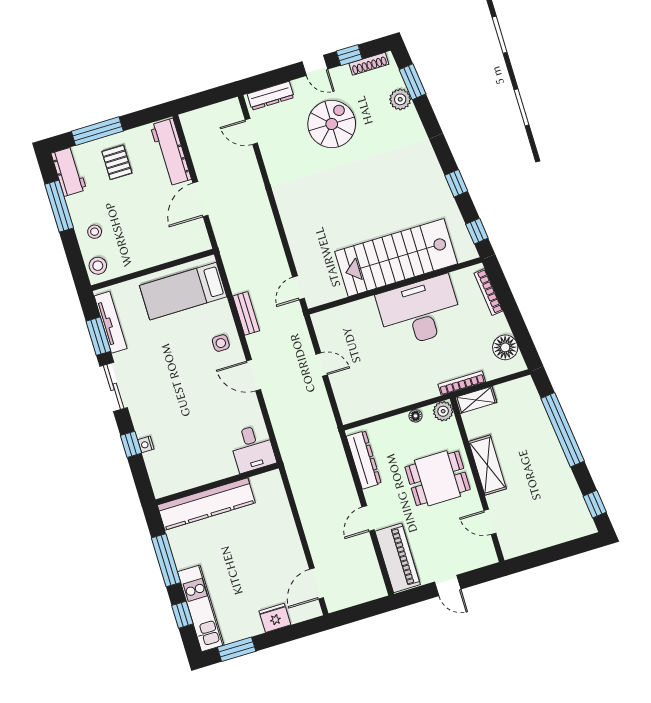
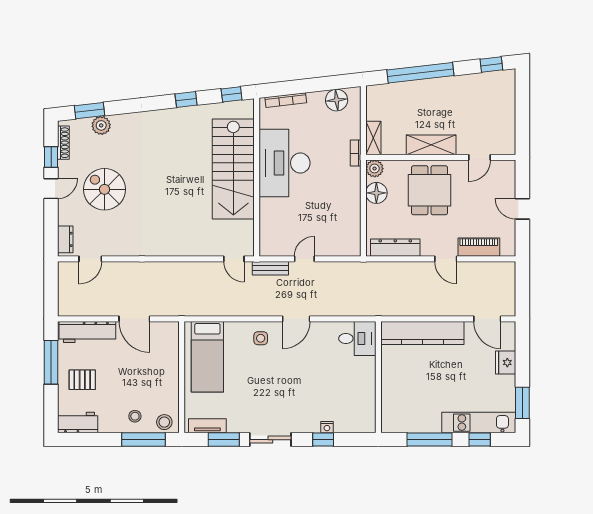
dresser: (271, 96) -> (65, 239), width x0.70
window: (97, 131) -> (51, 362), moved
window: (59, 206) -> (144, 440), moved
bench: (246, 313) -> (270, 268), moved
tv unit: (111, 322) -> (207, 426), width x0.71
bookcase: (462, 383) -> (356, 153), width x0.64
floor lamp: (415, 416) -> (376, 193), width x1.89, depth x1.89
kitchen counter: (206, 504) -> (422, 333), moved, turned 90
piano: (398, 558) -> (479, 247), width x0.73, depth x0.75
door: (448, 586) -> (522, 209), swing flipped

